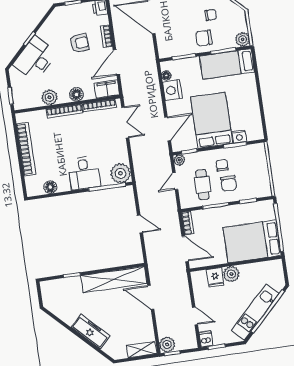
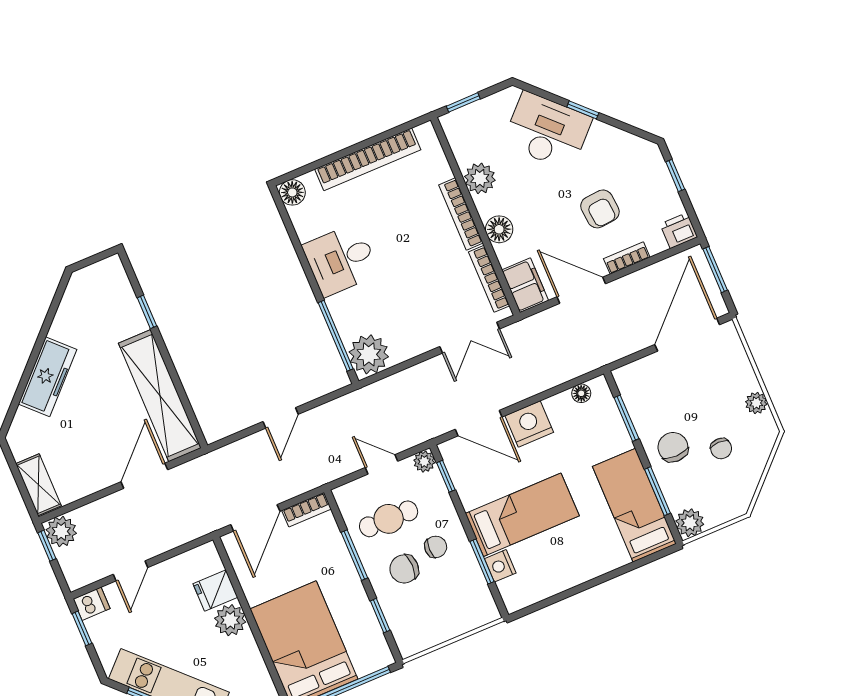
nightstand: (172, 90) -> (529, 424), moved
bed: (212, 120) -> (522, 515), width x0.67
desk: (84, 173) -> (341, 260), moved
floor lamp: (50, 187) -> (292, 192), moved

